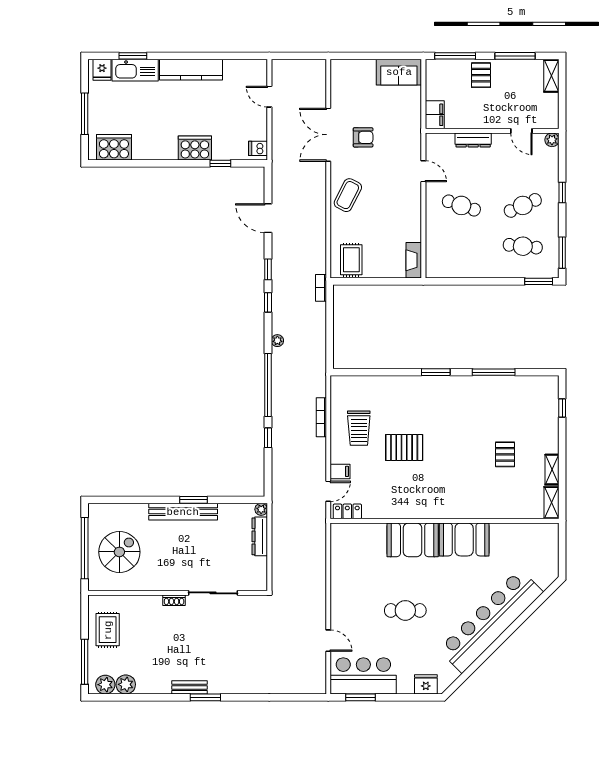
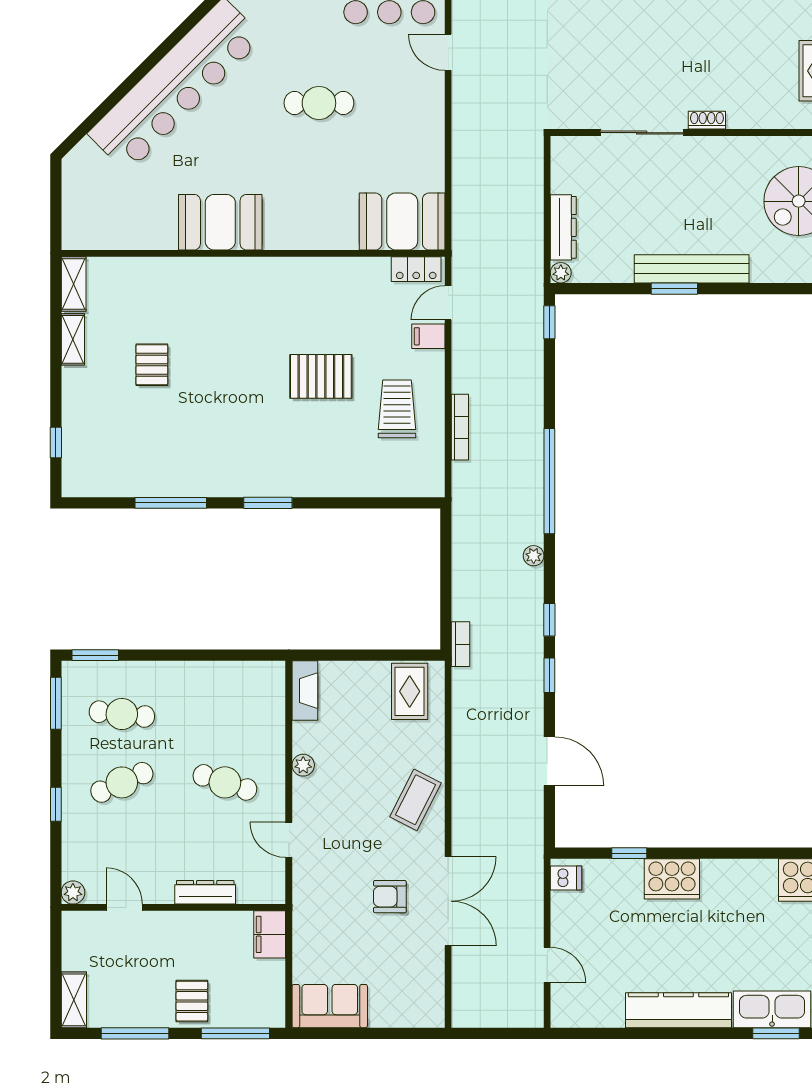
plant: (415, 216) -> (303, 765), added
window: (268, 438) -> (549, 322), moved
booth: (413, 540) -> (402, 221), moved

